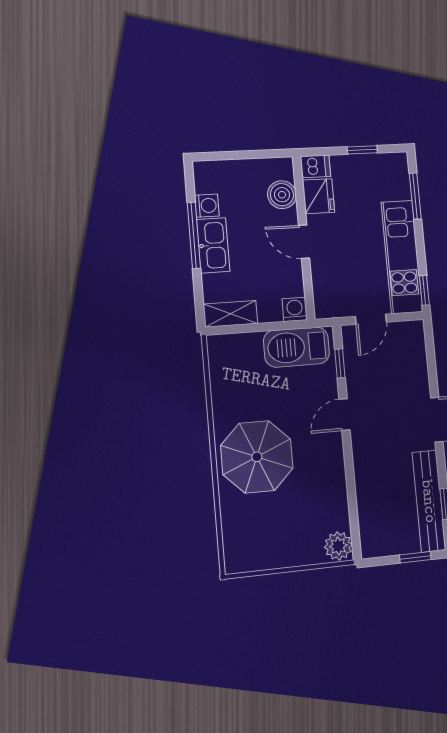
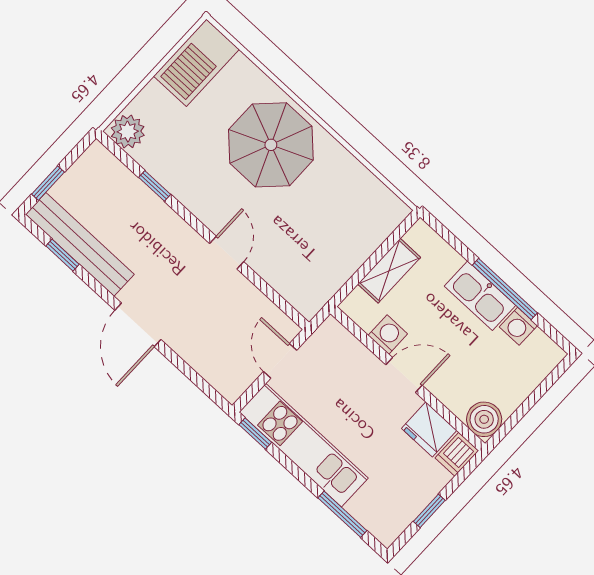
boiler: (282, 195) -> (484, 419), moved
washing machine: (295, 309) -> (388, 335), moved, turned -90
shelving: (231, 314) -> (389, 271), moved
barbecue: (297, 347) -> (196, 63), moved, turned 180
window: (340, 363) -> (155, 186), moved

